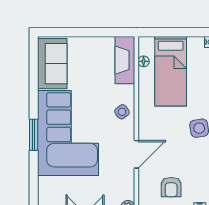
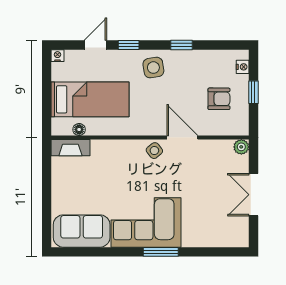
fireplace: (125, 60) -> (70, 148), width x0.73, depth x0.76
side table: (122, 112) -> (154, 151), moved
corner sofa: (68, 133) -> (146, 222), width x0.73, depth x0.74

